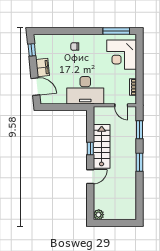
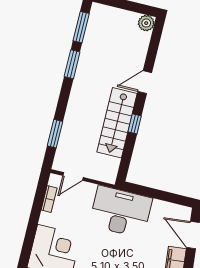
door: (121, 105) -> (73, 176), swing flipped
window: (139, 162) -> (72, 64), moved
window: (139, 202) -> (81, 27), added

